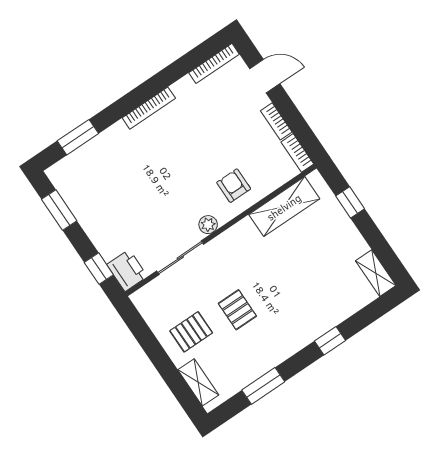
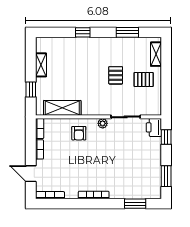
shelving: (376, 273) -> (41, 65), moved

